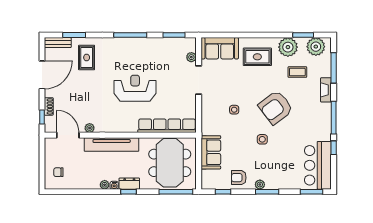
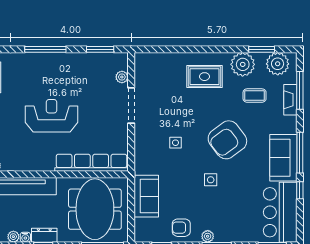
sofa: (220, 48) -> (283, 158), moved, turned 90
fireplace: (326, 90) -> (290, 100), moved

